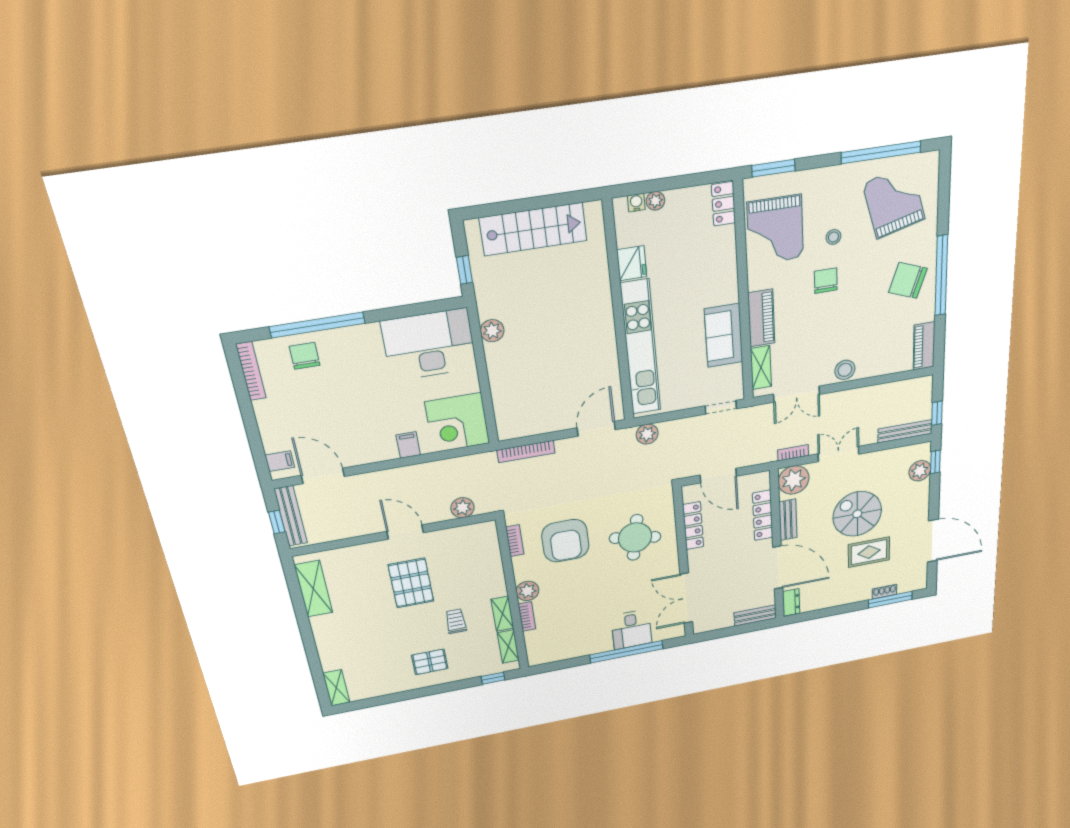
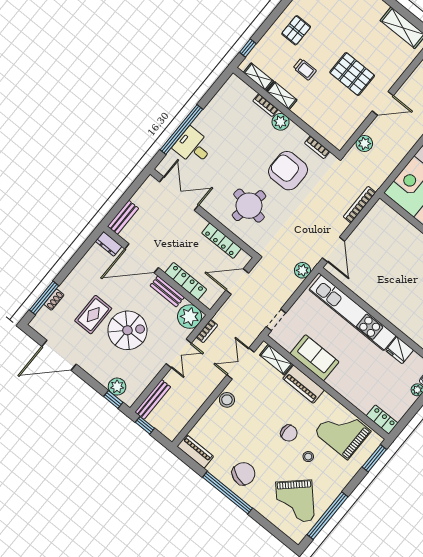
grand piano: (894, 201) -> (295, 501), turned 62

